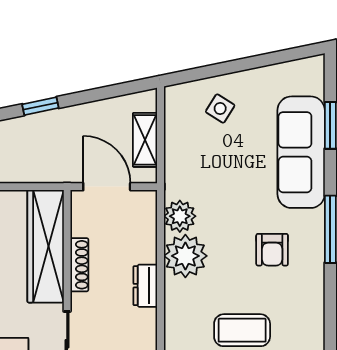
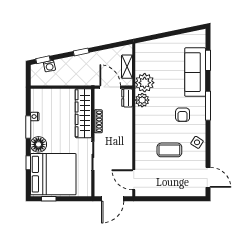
side table: (220, 109) -> (197, 142), moved
plant: (185, 256) -> (145, 83), moved
dresser: (145, 286) -> (127, 98), moved

